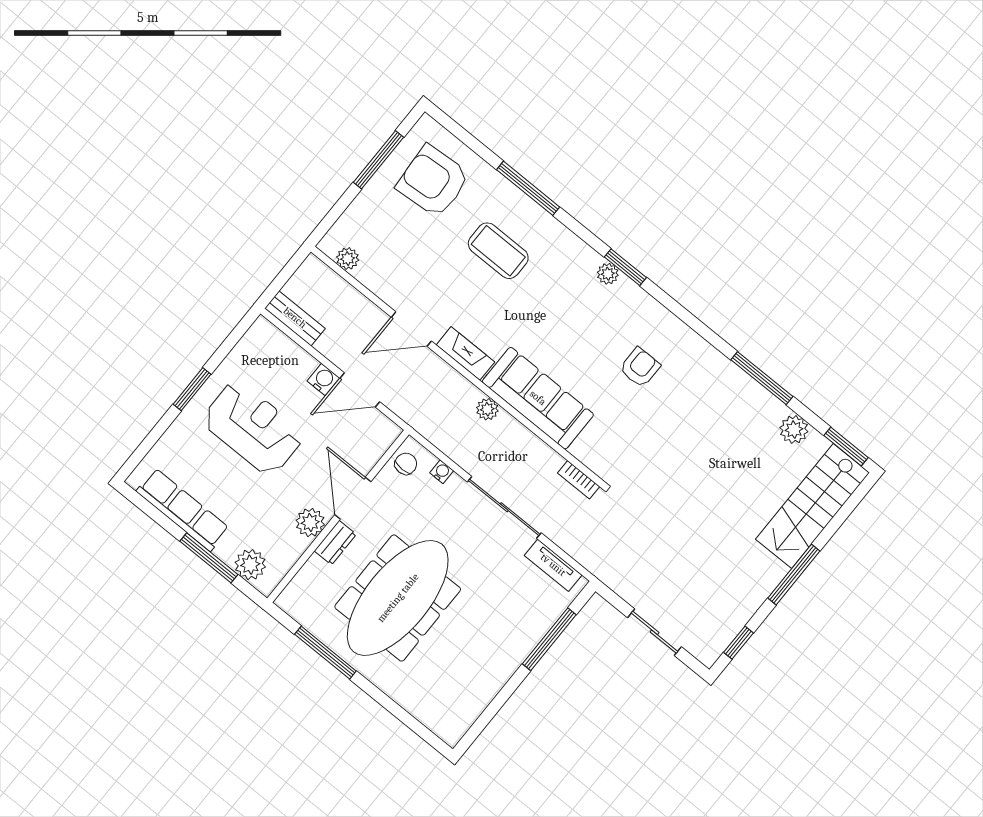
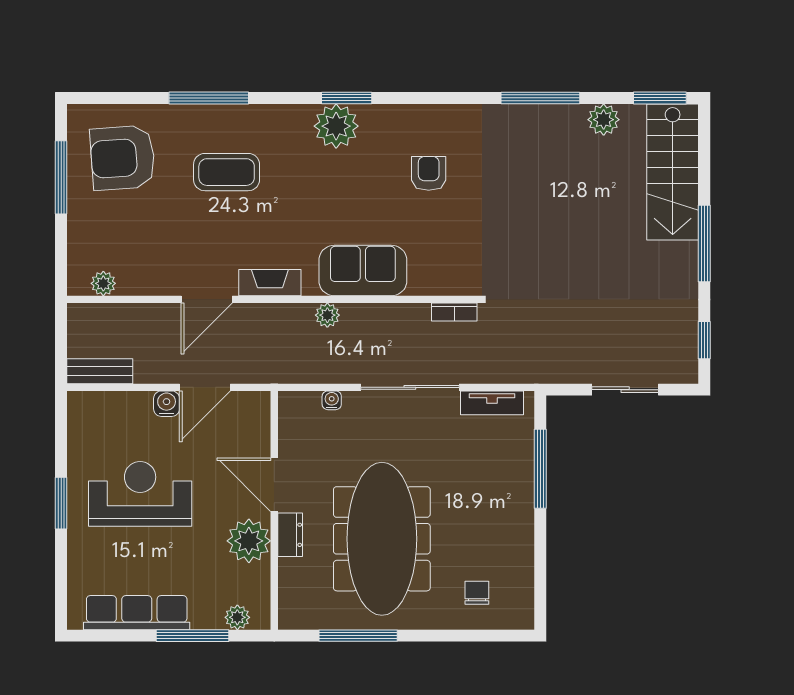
plant: (608, 274) -> (336, 126), width x1.87, depth x1.87
sofa: (538, 398) -> (363, 271), width x0.73
chair: (406, 464) -> (477, 593), moved
plant: (310, 522) -> (249, 541), width x1.36, depth x1.36
plant: (250, 565) -> (237, 617), width x0.73, depth x0.73

